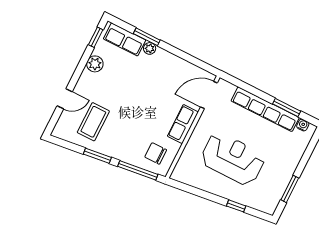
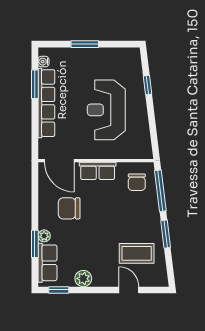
chair: (163, 82) -> (69, 208), added
window: (290, 189) -> (85, 44), moved

